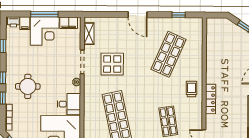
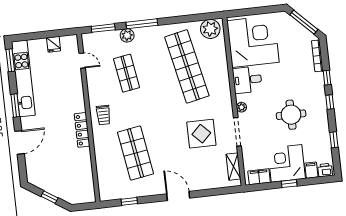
window: (44, 14) -> (289, 184), width x0.46
shop shelf: (169, 54) -> (136, 153), turned -33
round table: (28, 86) -> (291, 115), moved
locker: (211, 99) -> (82, 130), moved

